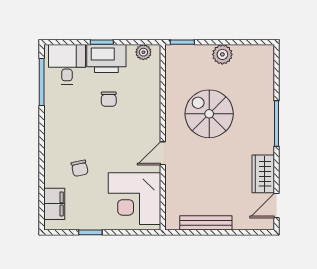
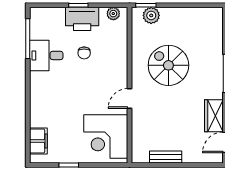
plant: (222, 54) -> (151, 15), moved
desk: (67, 64) -> (46, 55), moved, turned -90
chair: (80, 168) -> (60, 111), removed
bench: (206, 223) -> (166, 157), width x0.73

